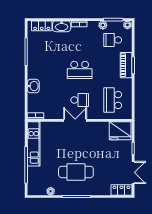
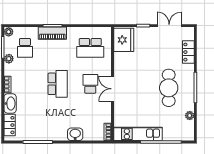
locker: (121, 190) -> (188, 52), moved

